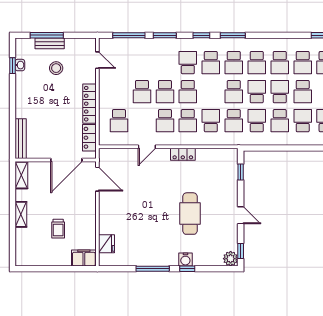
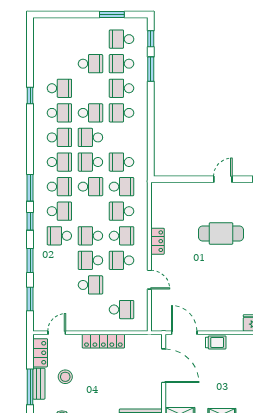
window: (129, 35) -> (30, 299), width x0.69
school desk: (165, 92) -> (90, 260), turned 180
school desk: (188, 92) -> (90, 236), turned 180
school desk: (165, 121) -> (122, 260), turned 180
school desk: (280, 121) -> (122, 137), removed
locker: (89, 138) -> (40, 353), moved, turned -90
window: (241, 172) -> (177, 179), removed
door: (97, 179) -> (184, 333), hinge flipped
trolley: (58, 229) -> (216, 342), moved

